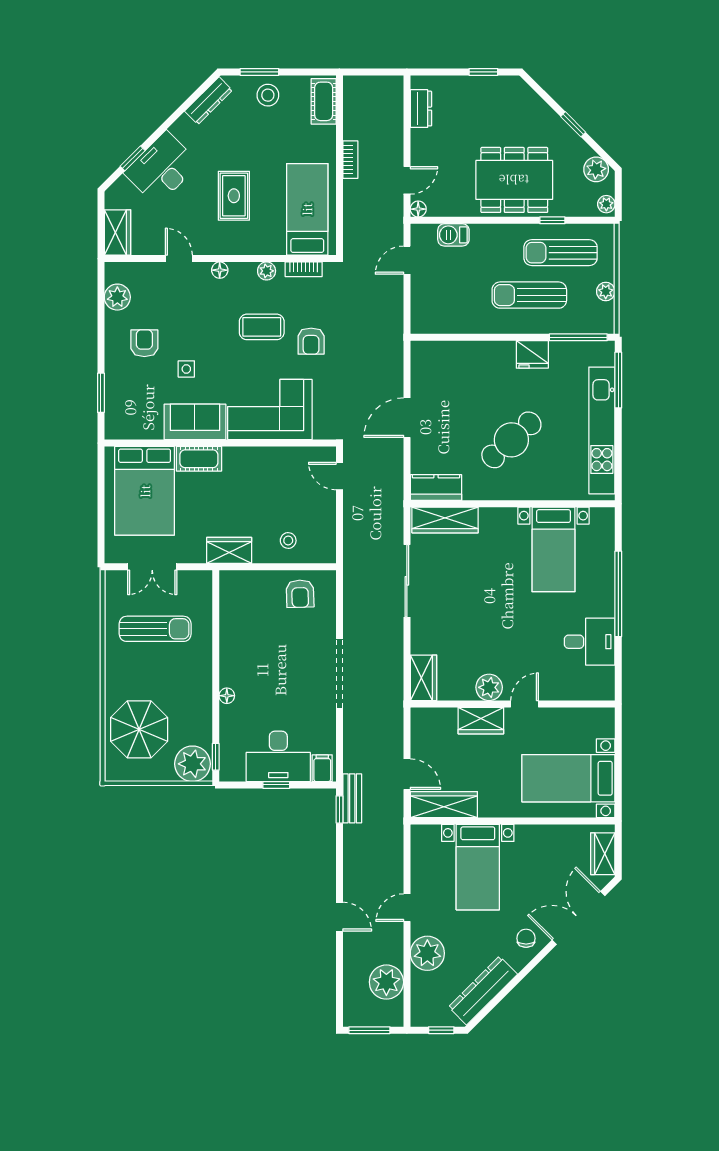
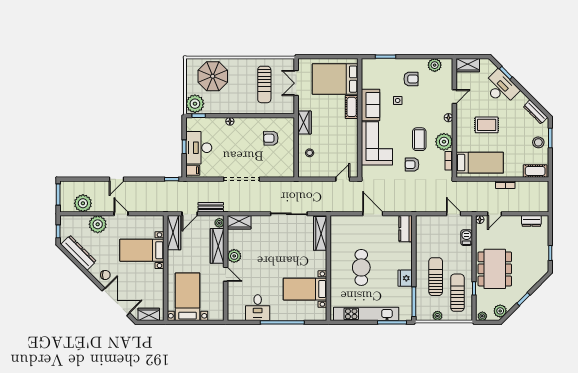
door: (407, 180) -> (495, 214), hinge flipped
plant: (267, 271) -> (444, 142), width x1.87, depth x1.87
cafe table: (511, 440) -> (361, 267), turned 42
kitchen counter: (436, 488) -> (406, 229), moved, turned 180
armchair: (300, 594) -> (271, 138), moved
plant: (424, 716) -> (219, 223), added
wardrobe: (481, 721) -> (217, 246), width x1.50
bench: (352, 798) -> (211, 207), moved

